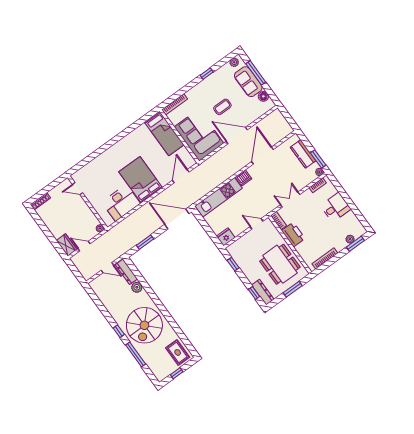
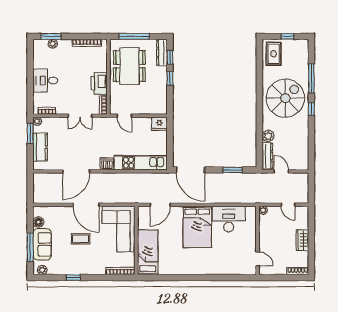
wardrobe: (67, 245) -> (302, 240), moved
window: (233, 264) -> (170, 78), moved
window: (293, 289) -> (134, 36), width x1.44

